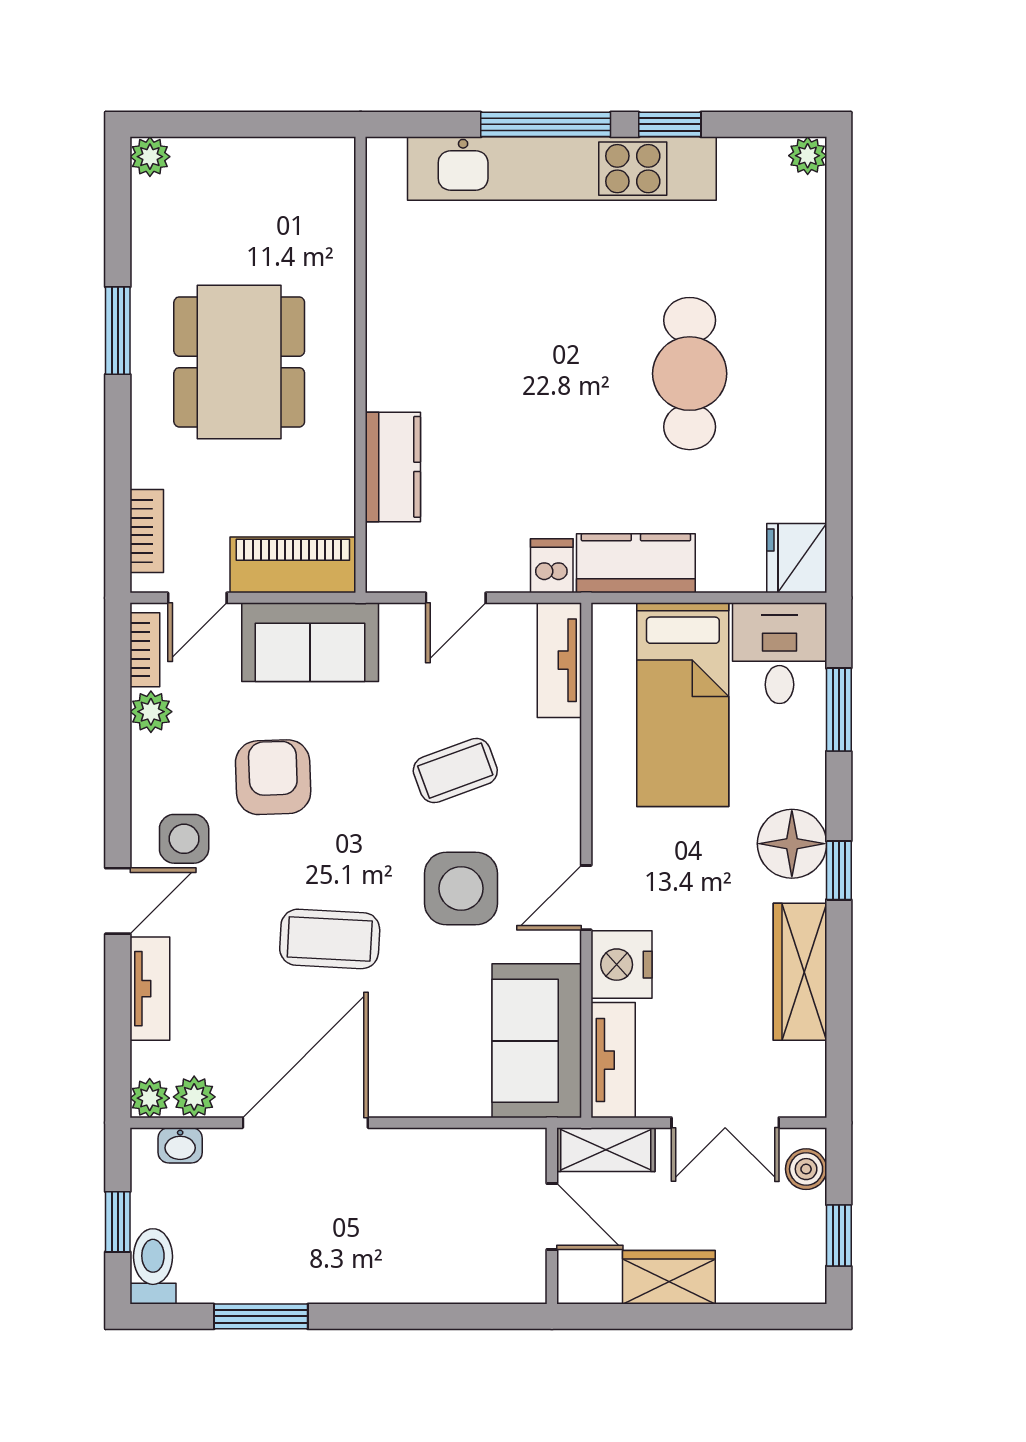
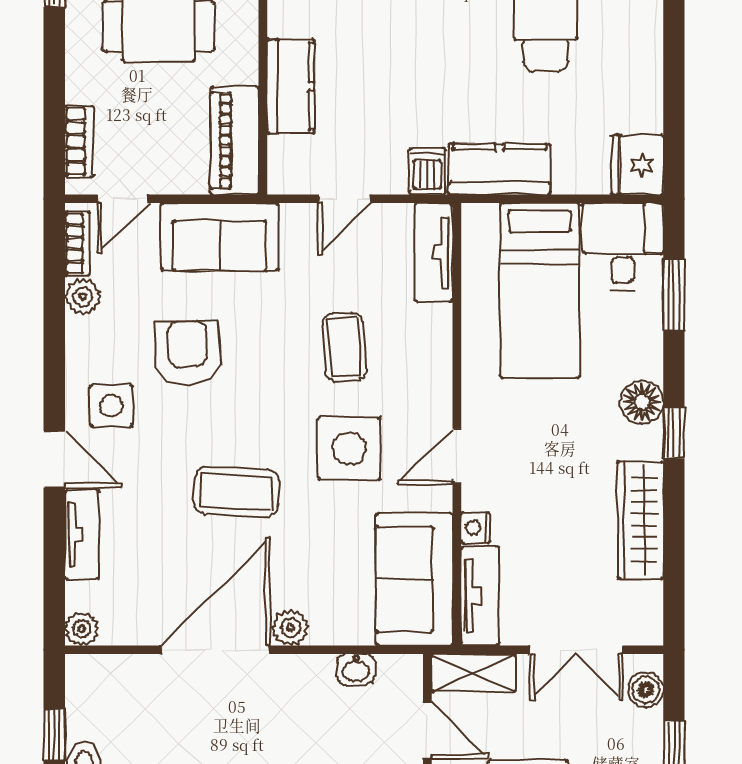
piano: (293, 565) -> (235, 141), moved, turned -90
coffee table: (455, 771) -> (344, 347), turned -74
floor lamp: (792, 844) -> (642, 402), width x0.73, depth x0.73
door: (118, 901) -> (54, 459), hinge flipped
nightstand: (621, 965) -> (476, 528), width x0.53, depth x0.56
plant: (194, 1097) -> (291, 628), moved
washbasin: (180, 1145) -> (356, 669), moved

